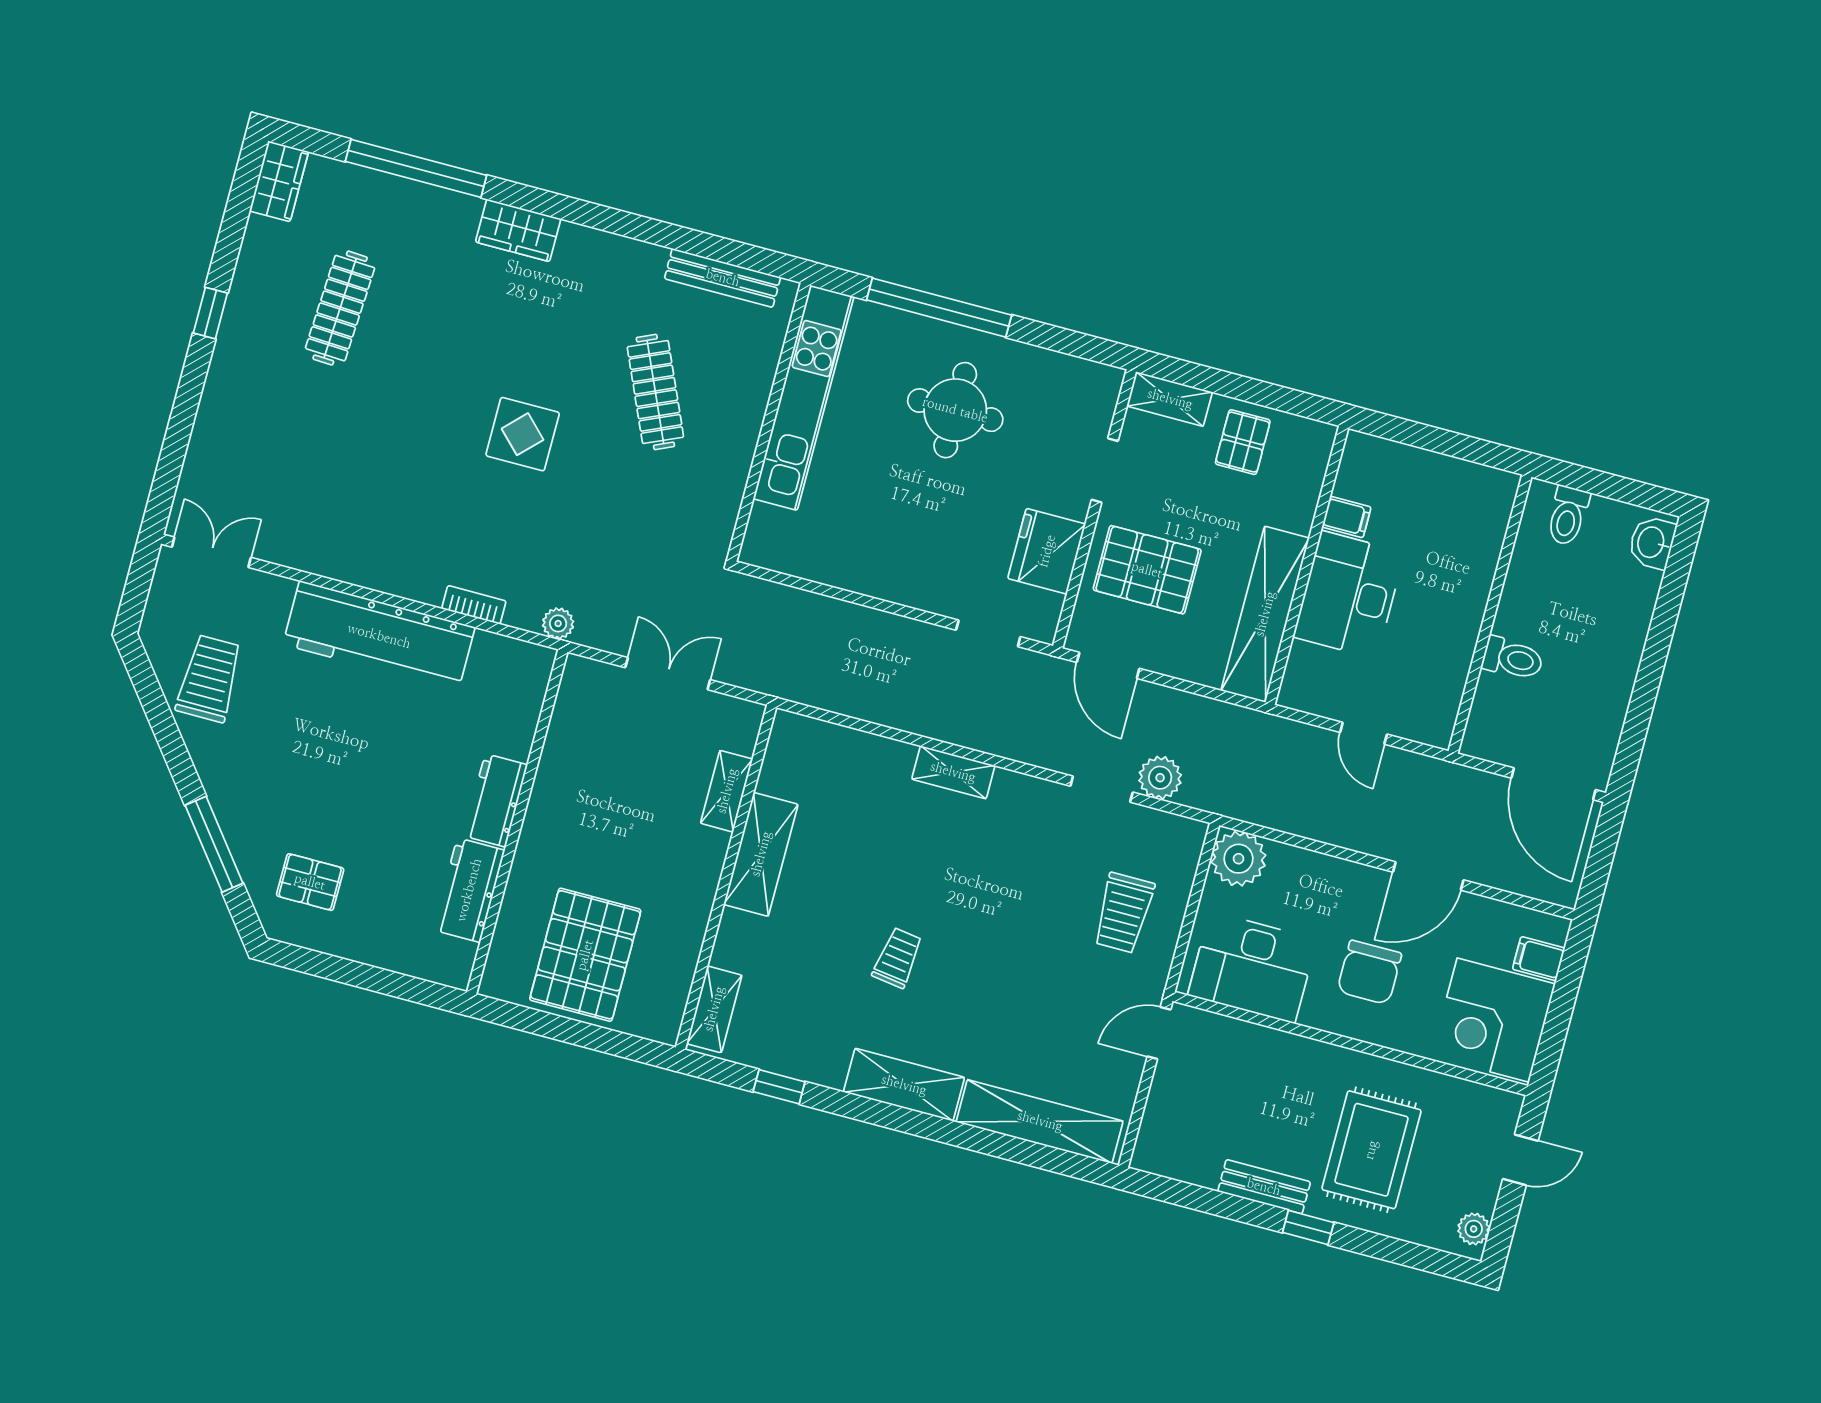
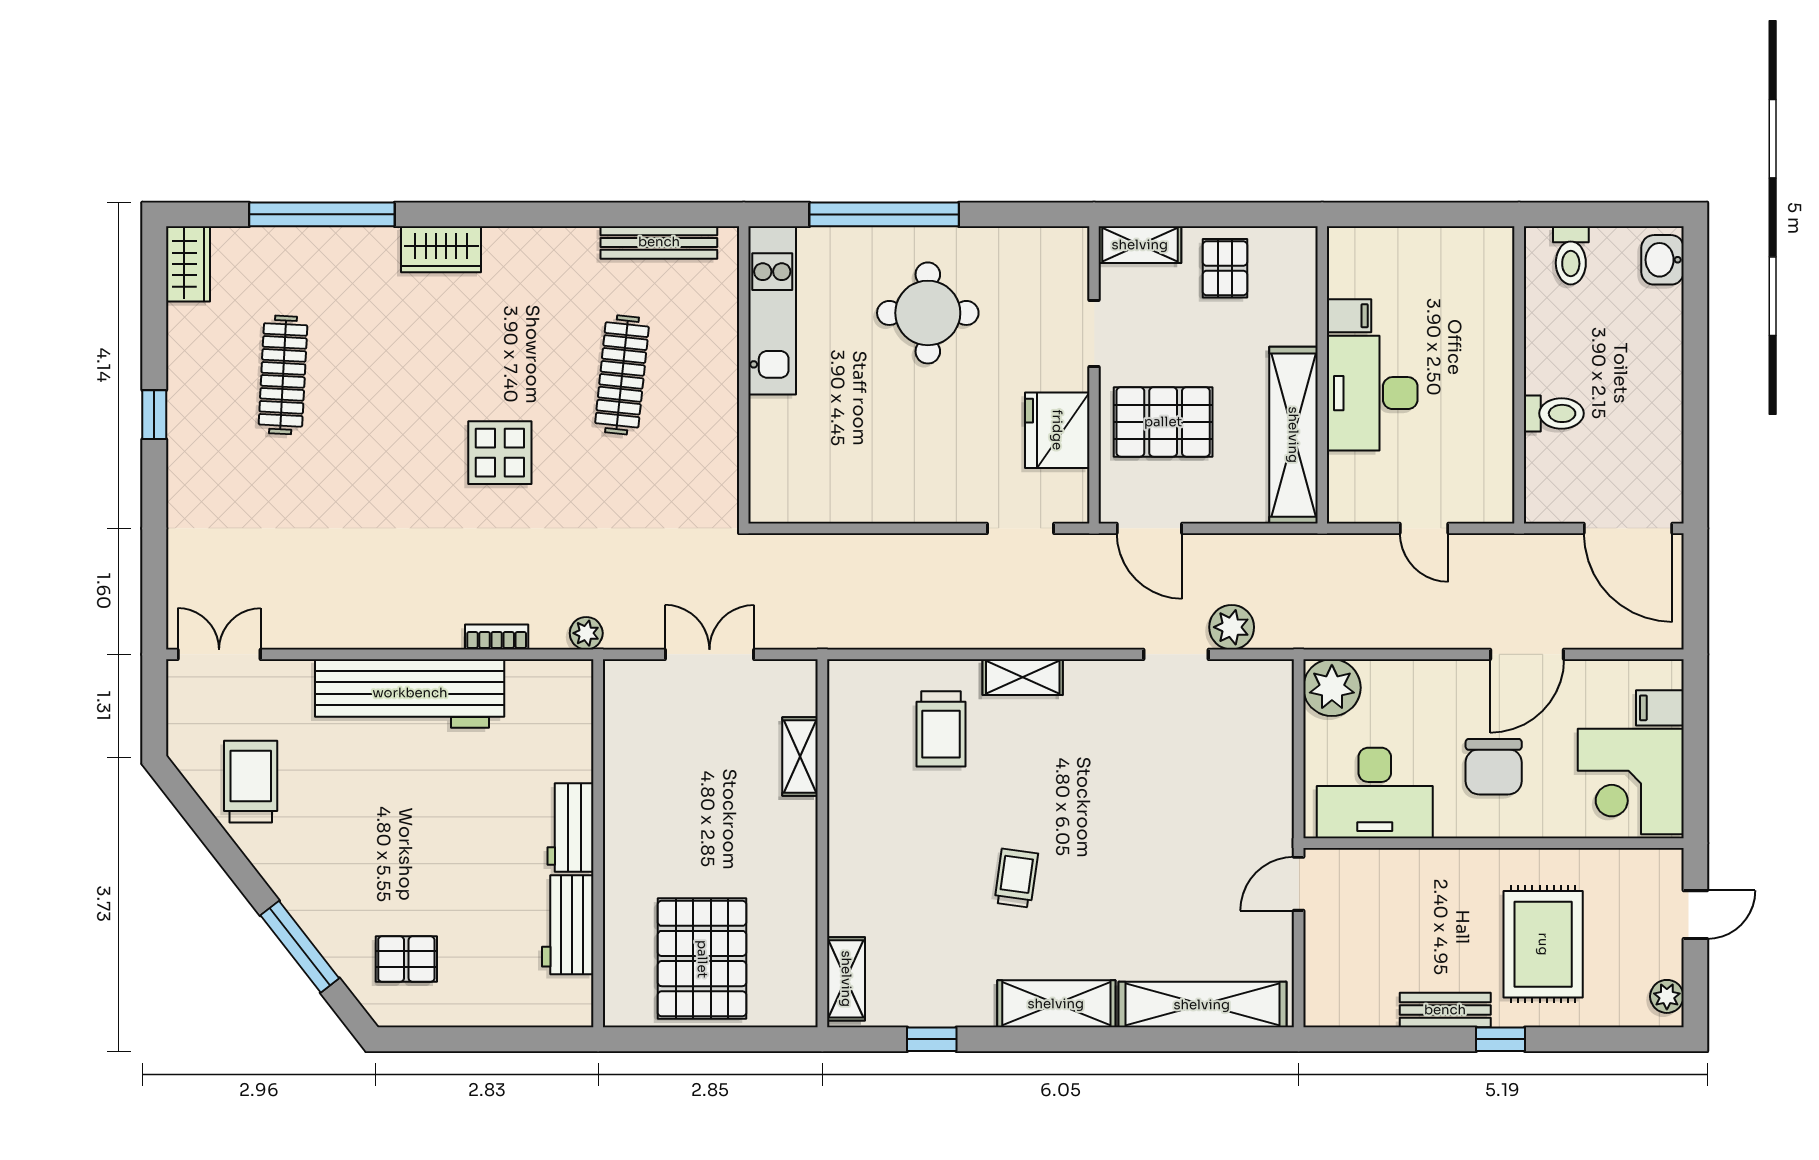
clothes rail: (655, 392) -> (622, 375), turned 30
kitchen unit: (804, 398) -> (772, 310), width x0.73
shelving: (761, 854) -> (851, 811), removed
trolley: (1124, 913) -> (941, 729), moved

